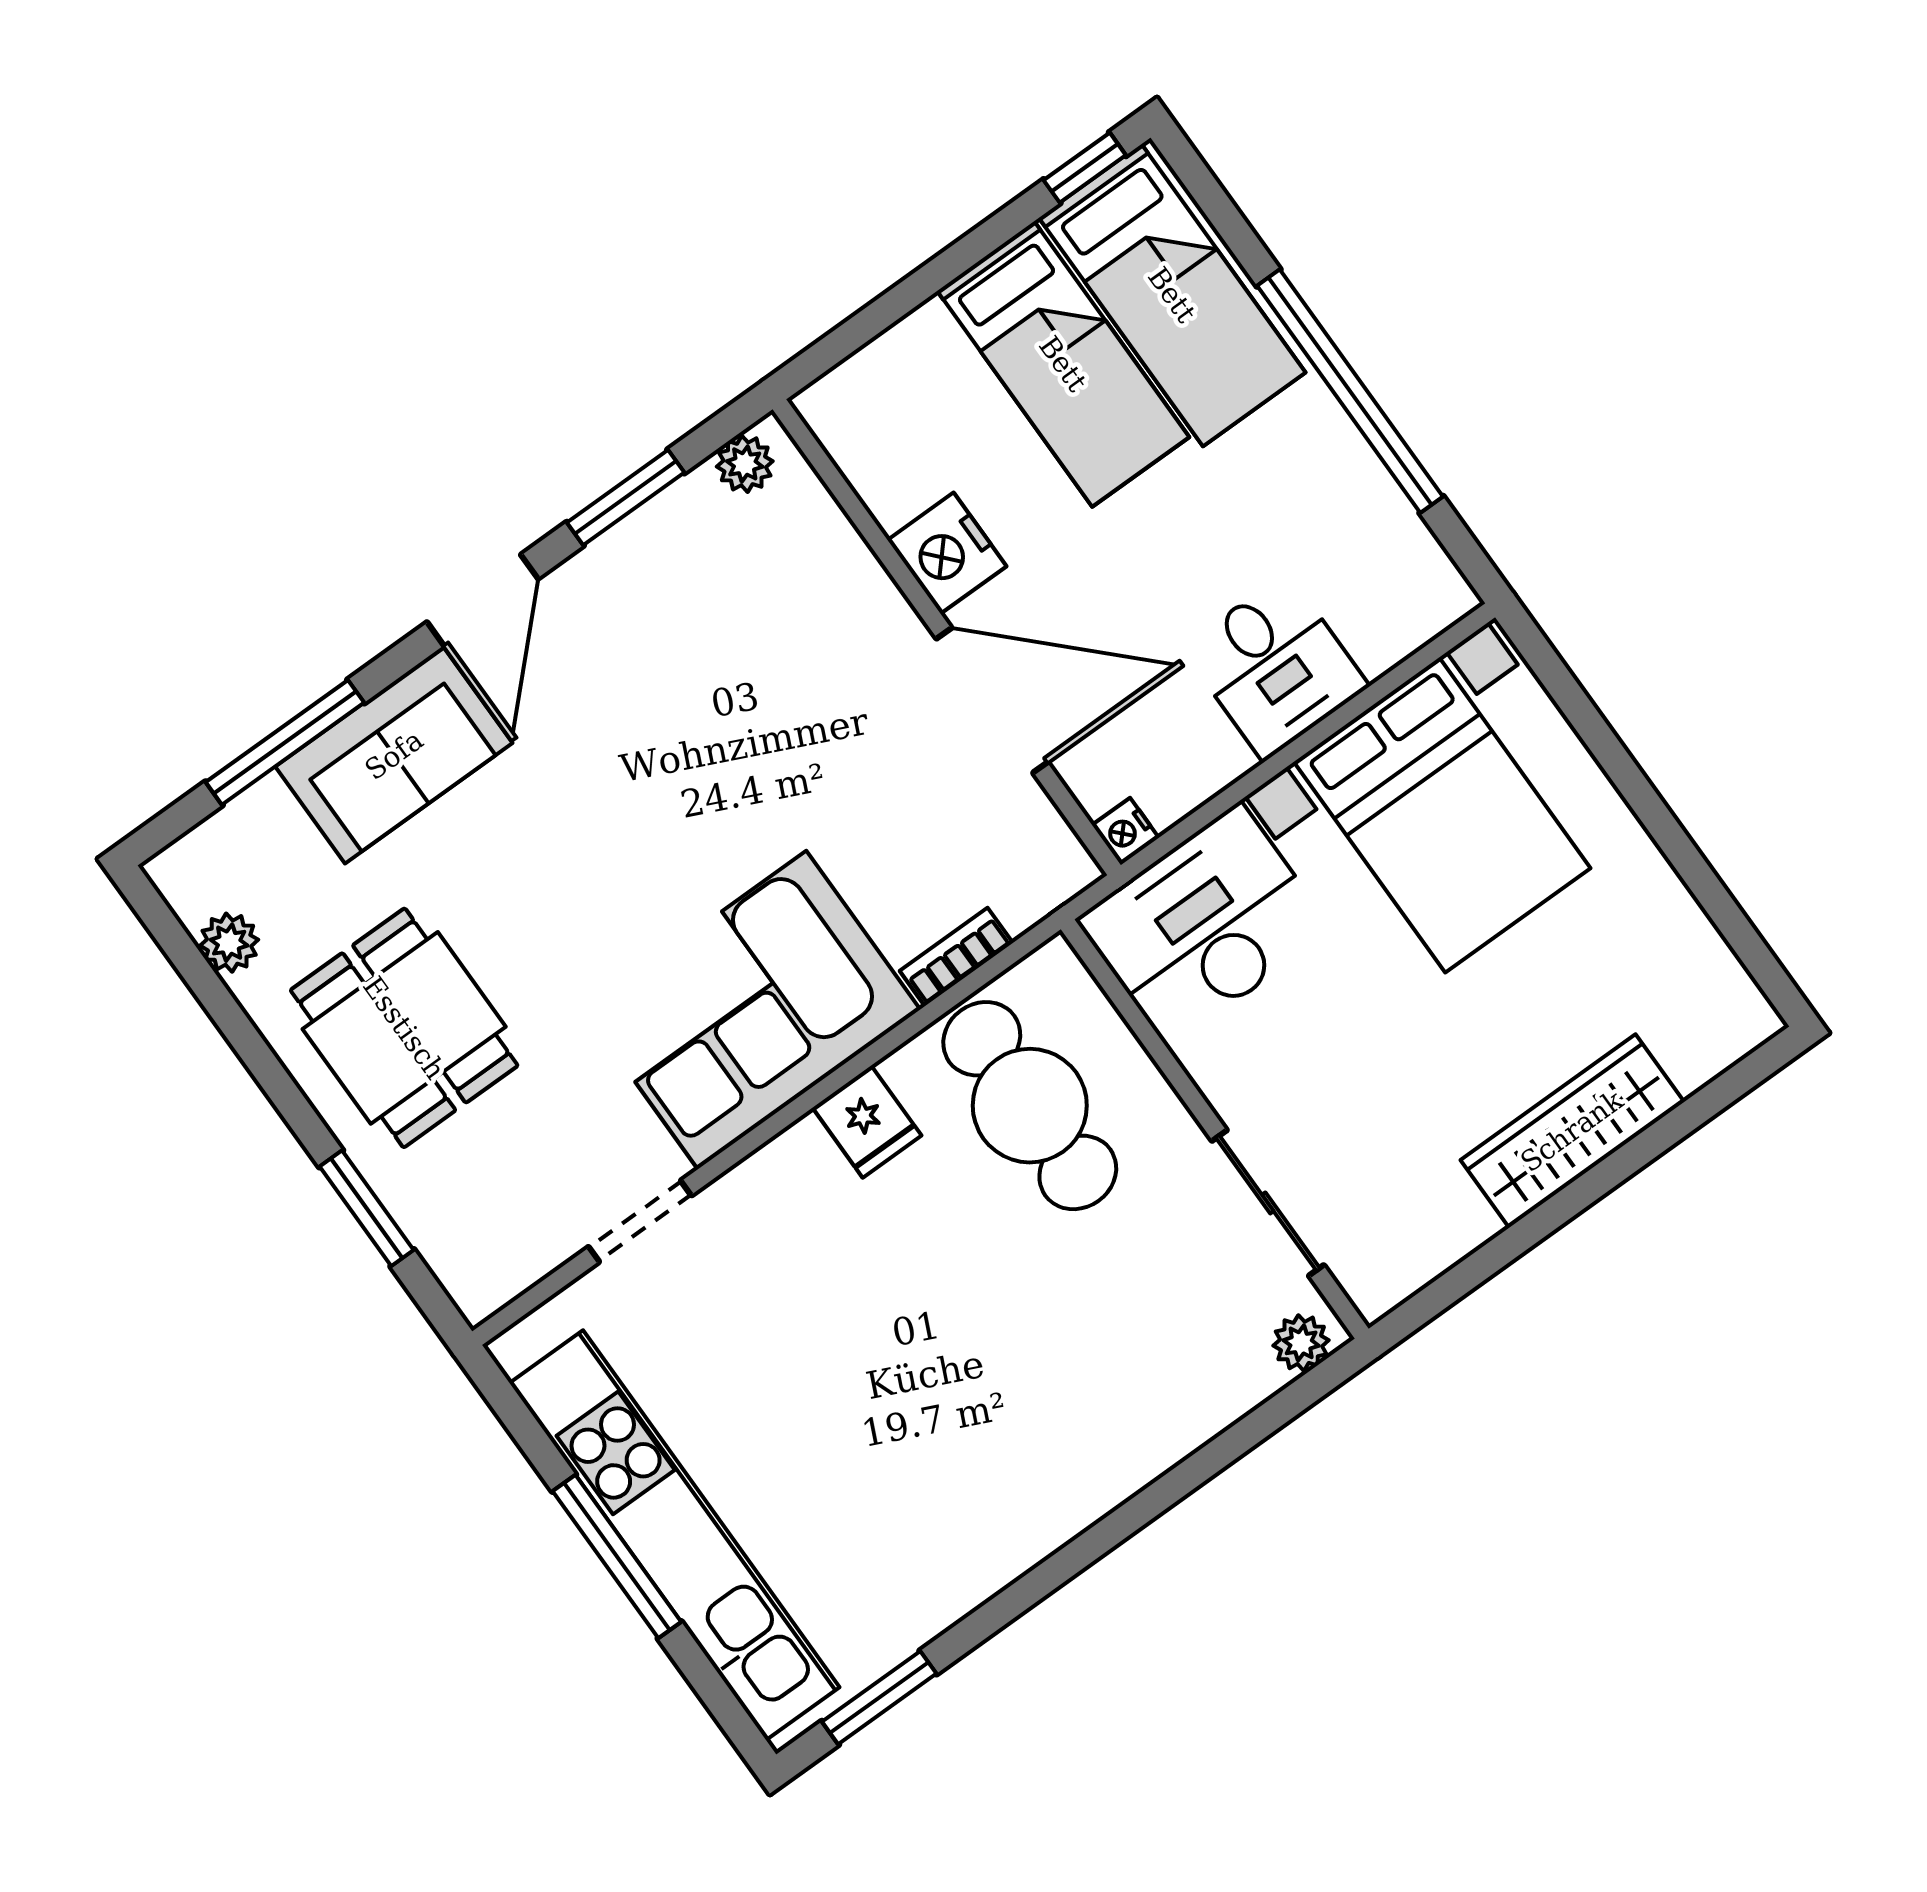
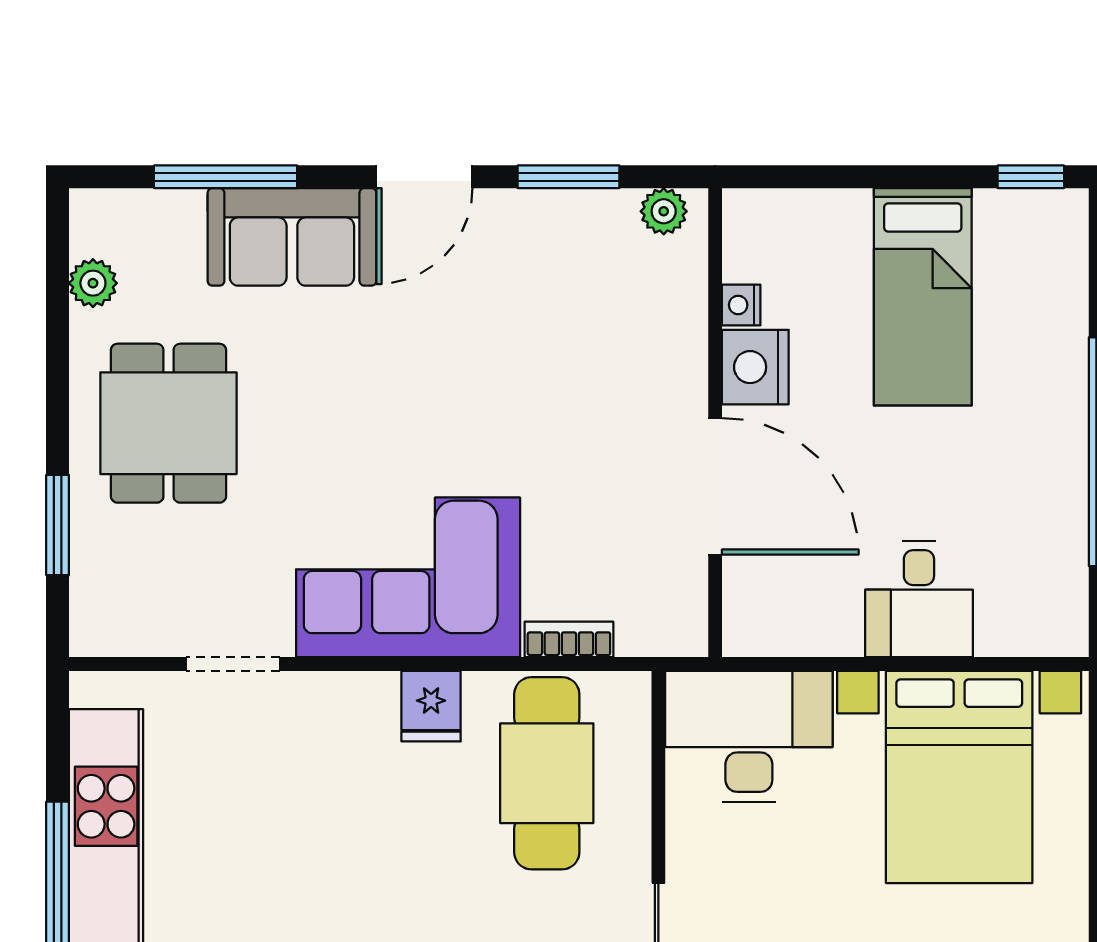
bed: (1172, 295) -> (1028, 303), removed
nightstand: (1126, 831) -> (741, 305), moved

